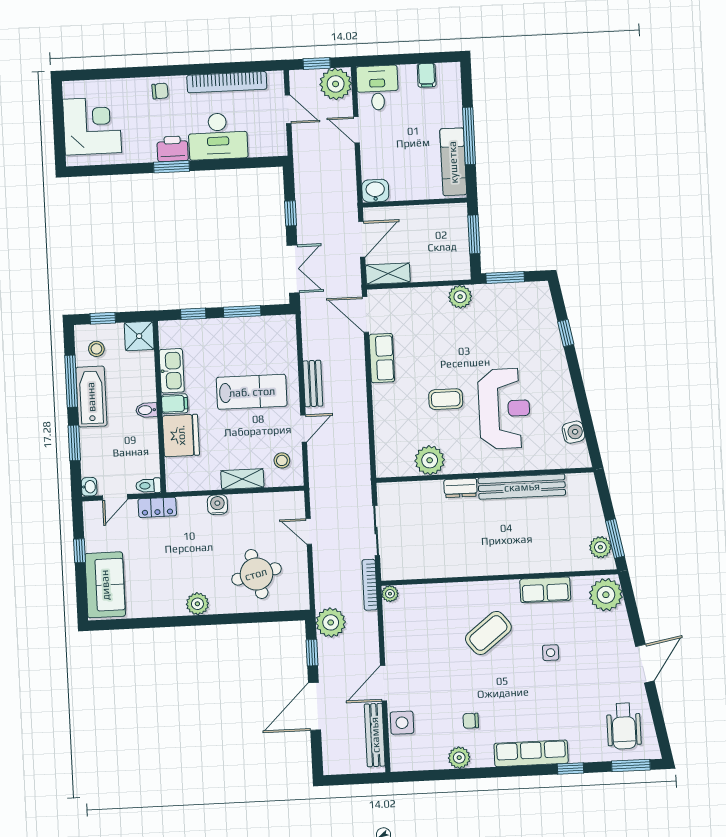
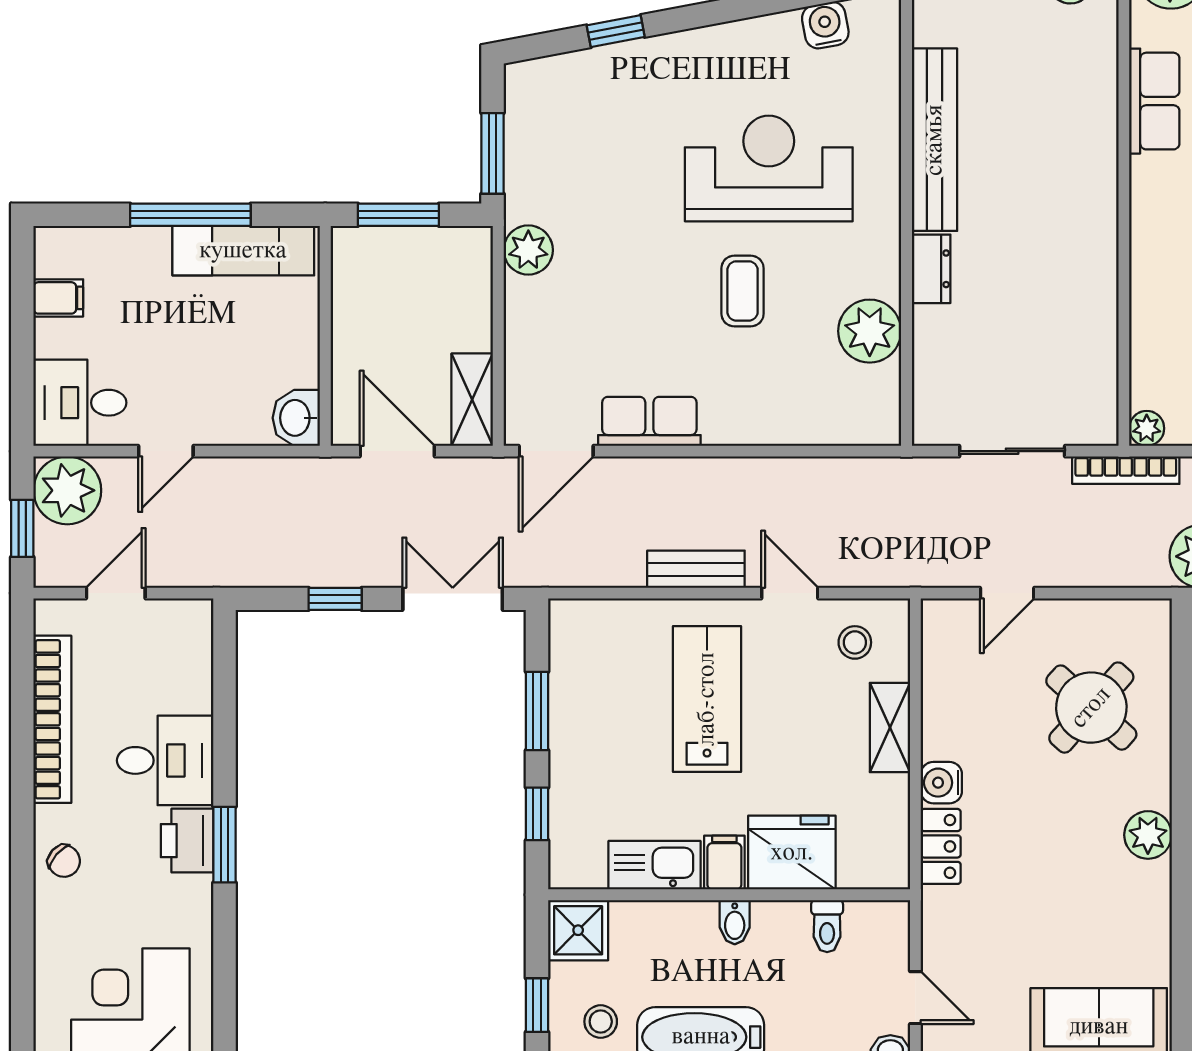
chair: (160, 91) -> (64, 861), turned 134
desk: (218, 136) -> (165, 760), width x0.73
toilet: (148, 486) -> (827, 926), moved
locker: (157, 507) -> (941, 846), moved
round table: (256, 574) -> (1091, 708), turned -35

